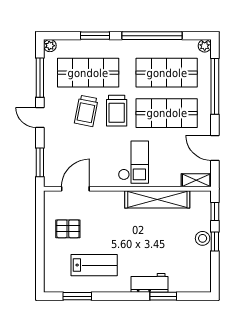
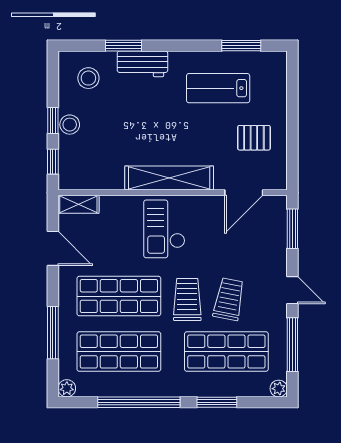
window: (215, 86) -> (53, 333), width x0.68
shelving: (157, 199) -> (169, 178), moved
stool: (189, 272) -> (88, 78), added

